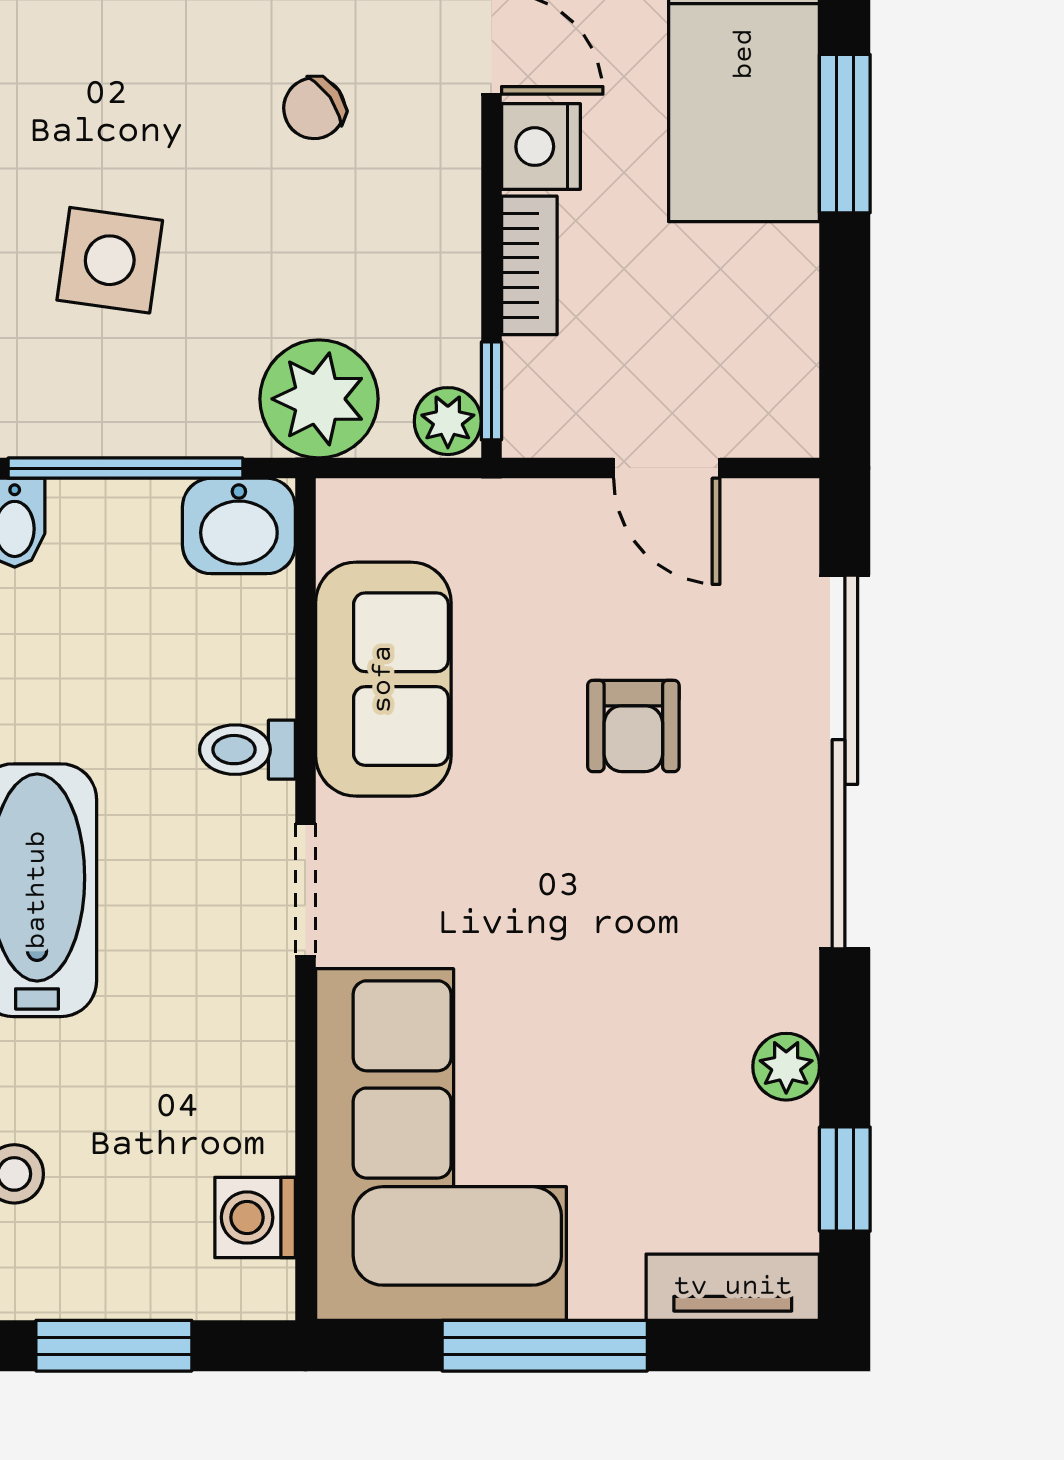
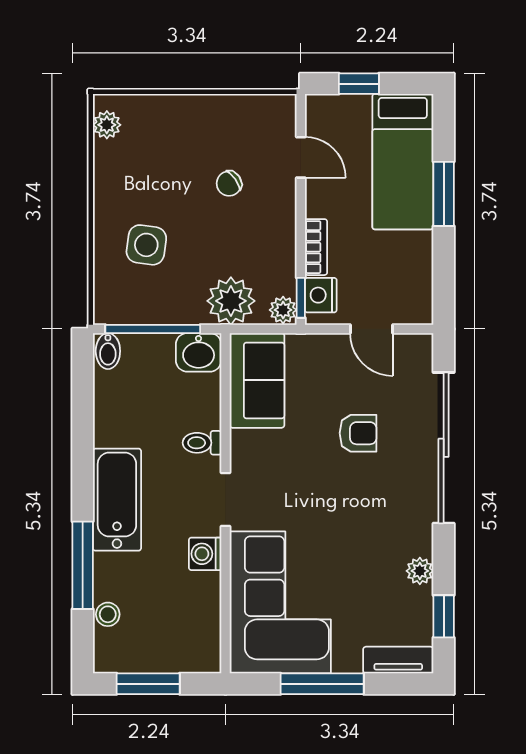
nightstand: (541, 147) -> (321, 295), moved
sofa: (383, 679) -> (257, 380), moved
armchair: (633, 726) -> (358, 433), turned -90
washing machine: (255, 1217) -> (205, 554), moved

